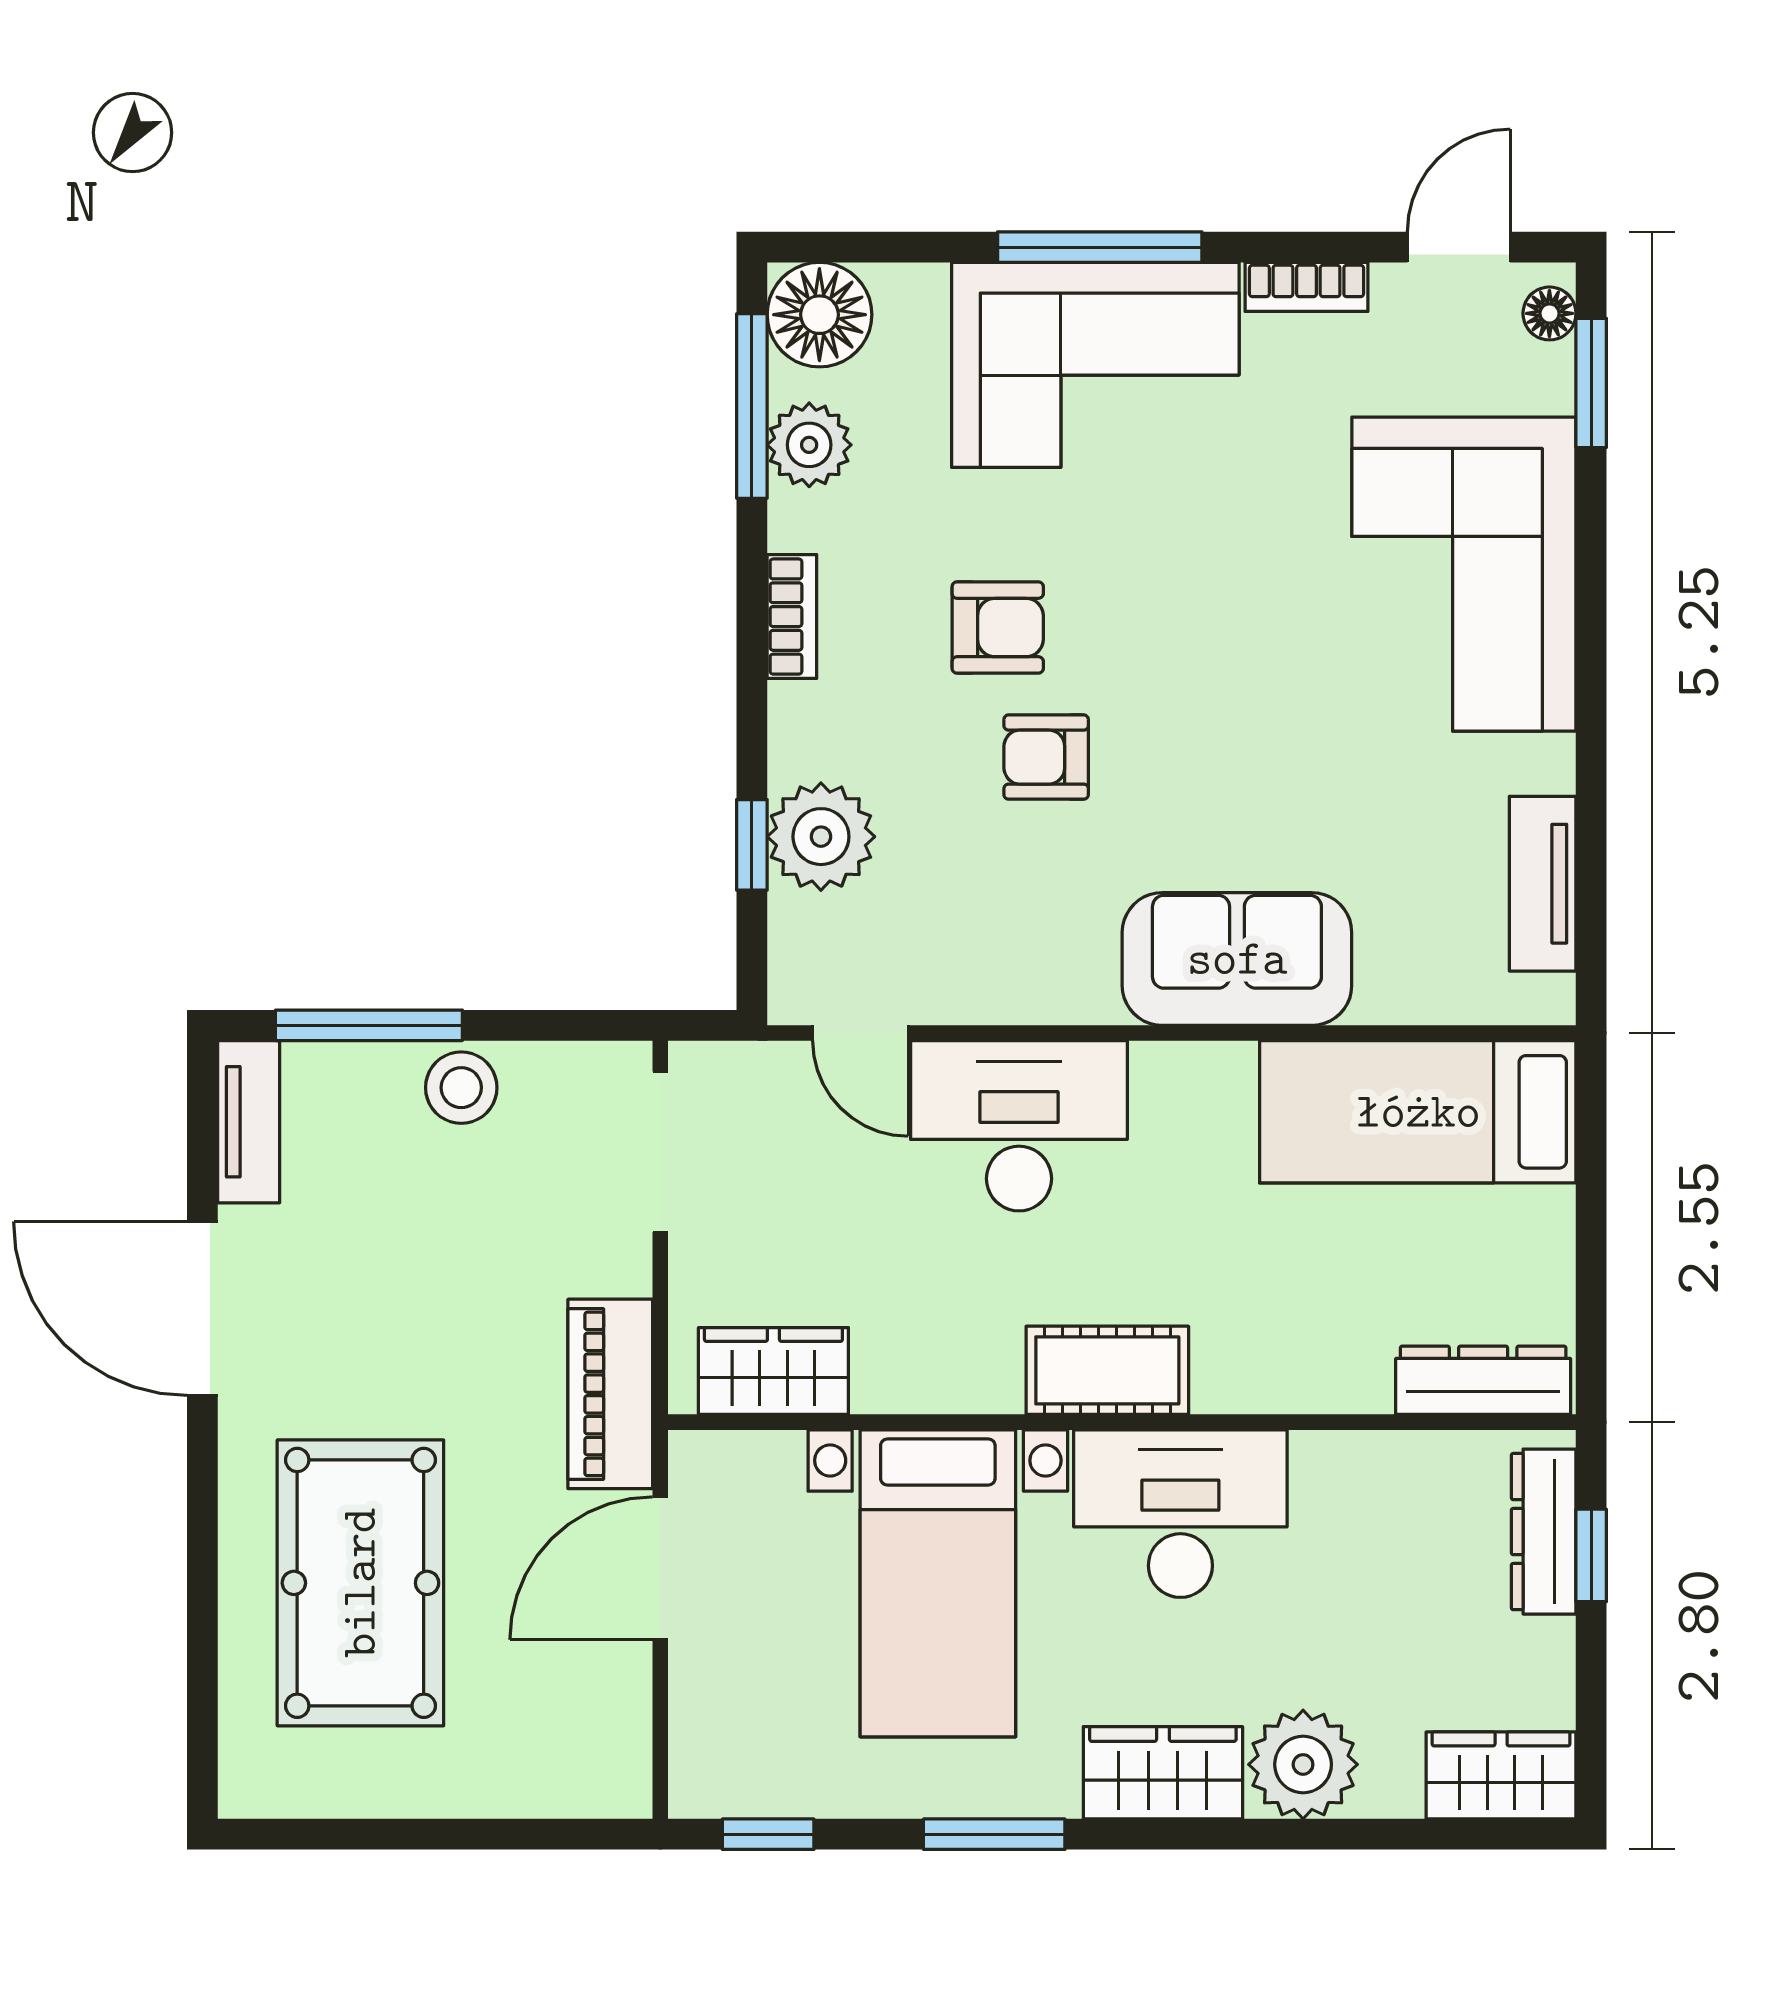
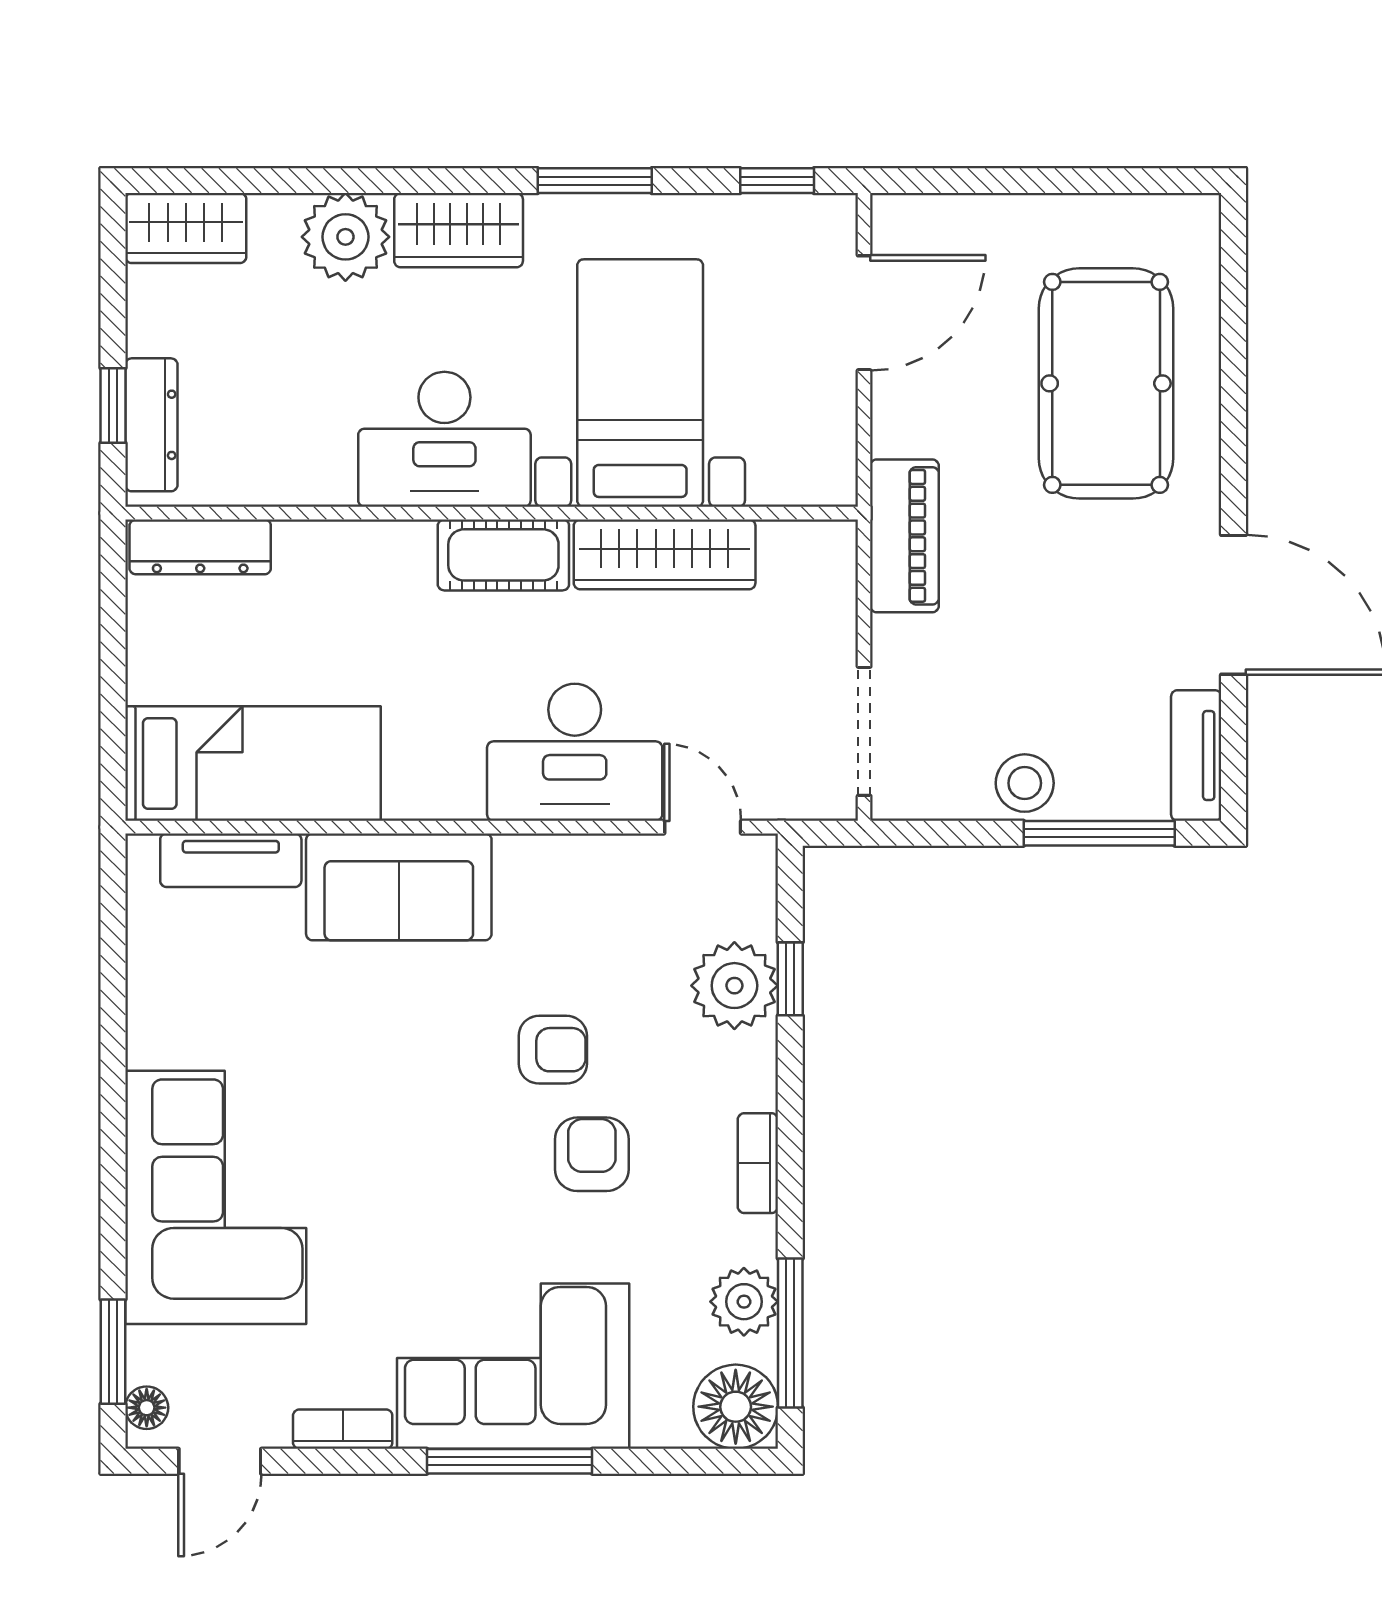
armchair: (998, 628) -> (592, 1154), turned 90
tv unit: (1543, 884) -> (231, 860), moved, turned 90
wardrobe: (773, 1371) -> (665, 554), moved, width x1.50
door: (660, 1568) -> (864, 313), moved

